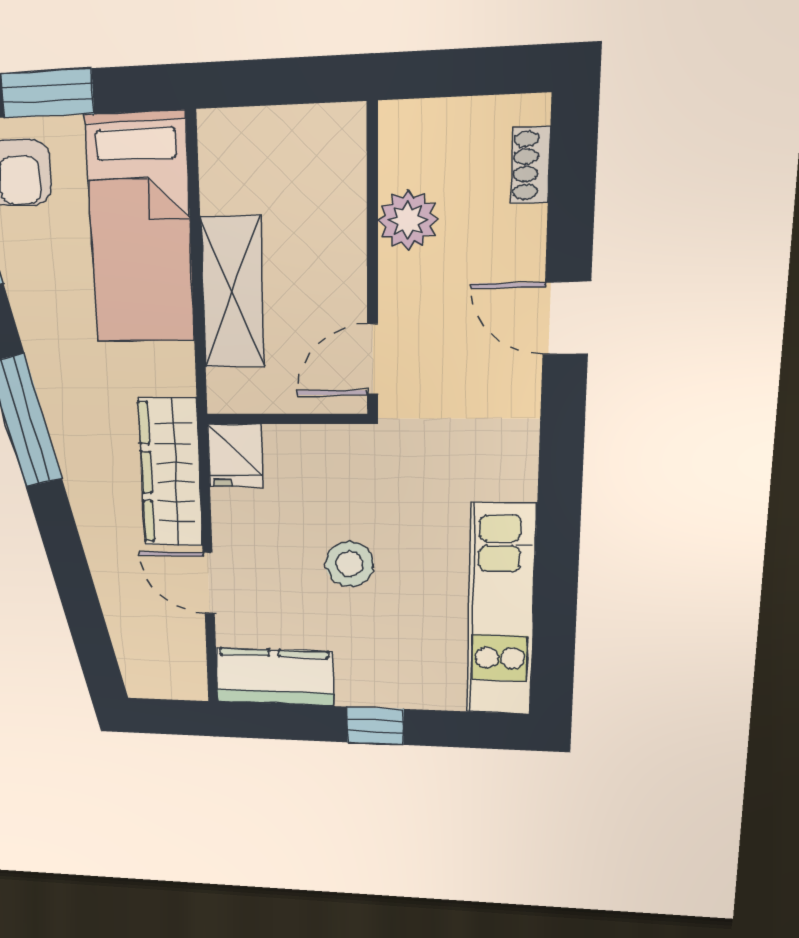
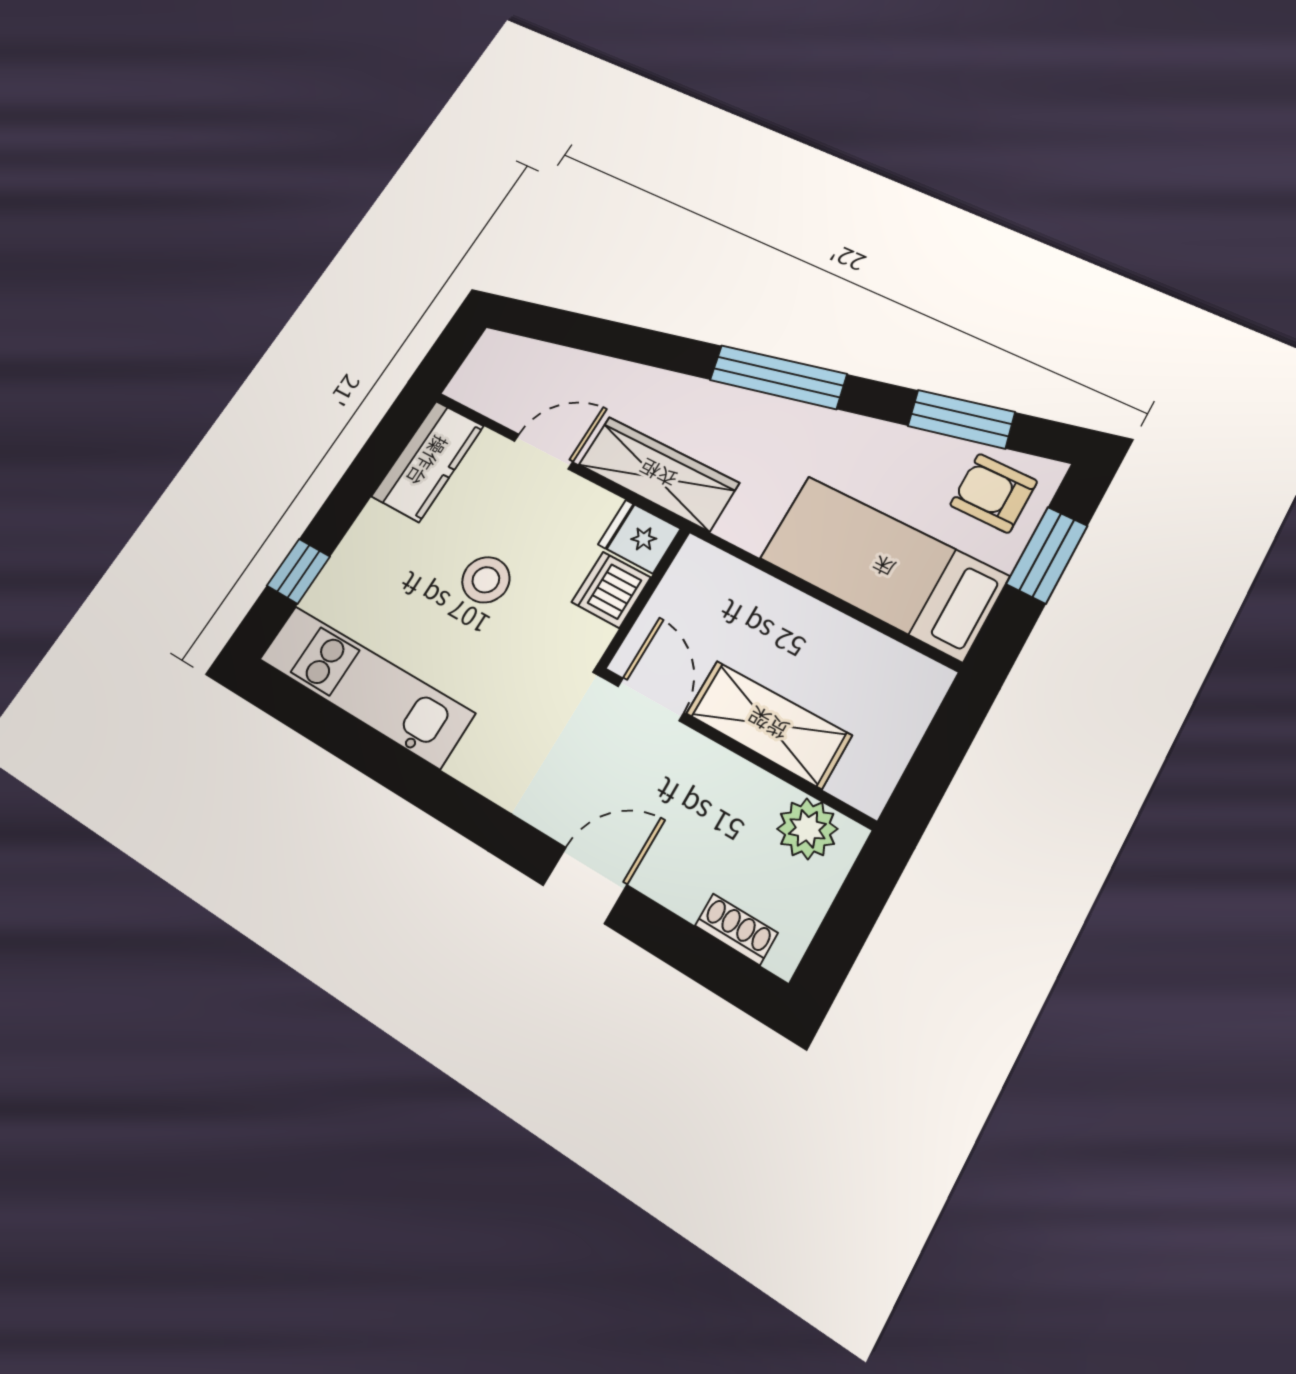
plant: (408, 220) -> (807, 829), moved
shelving: (232, 293) -> (768, 724), moved
dishwasher: (296, 452) -> (611, 590), added
window: (375, 726) -> (298, 571), moved

